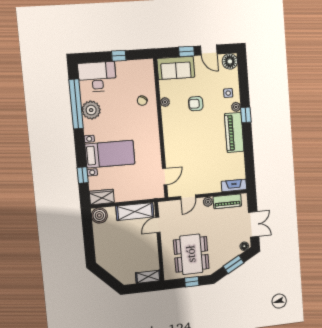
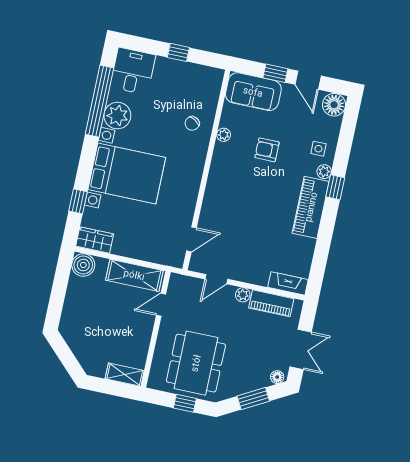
desk: (97, 77) -> (133, 71), width x0.73
bed with nightstands: (110, 154) -> (127, 173), width x1.36

